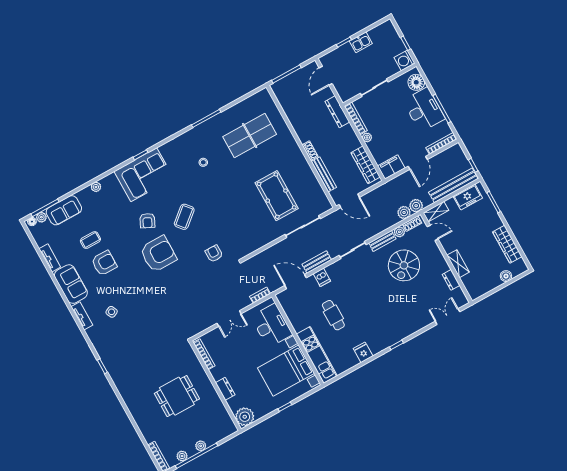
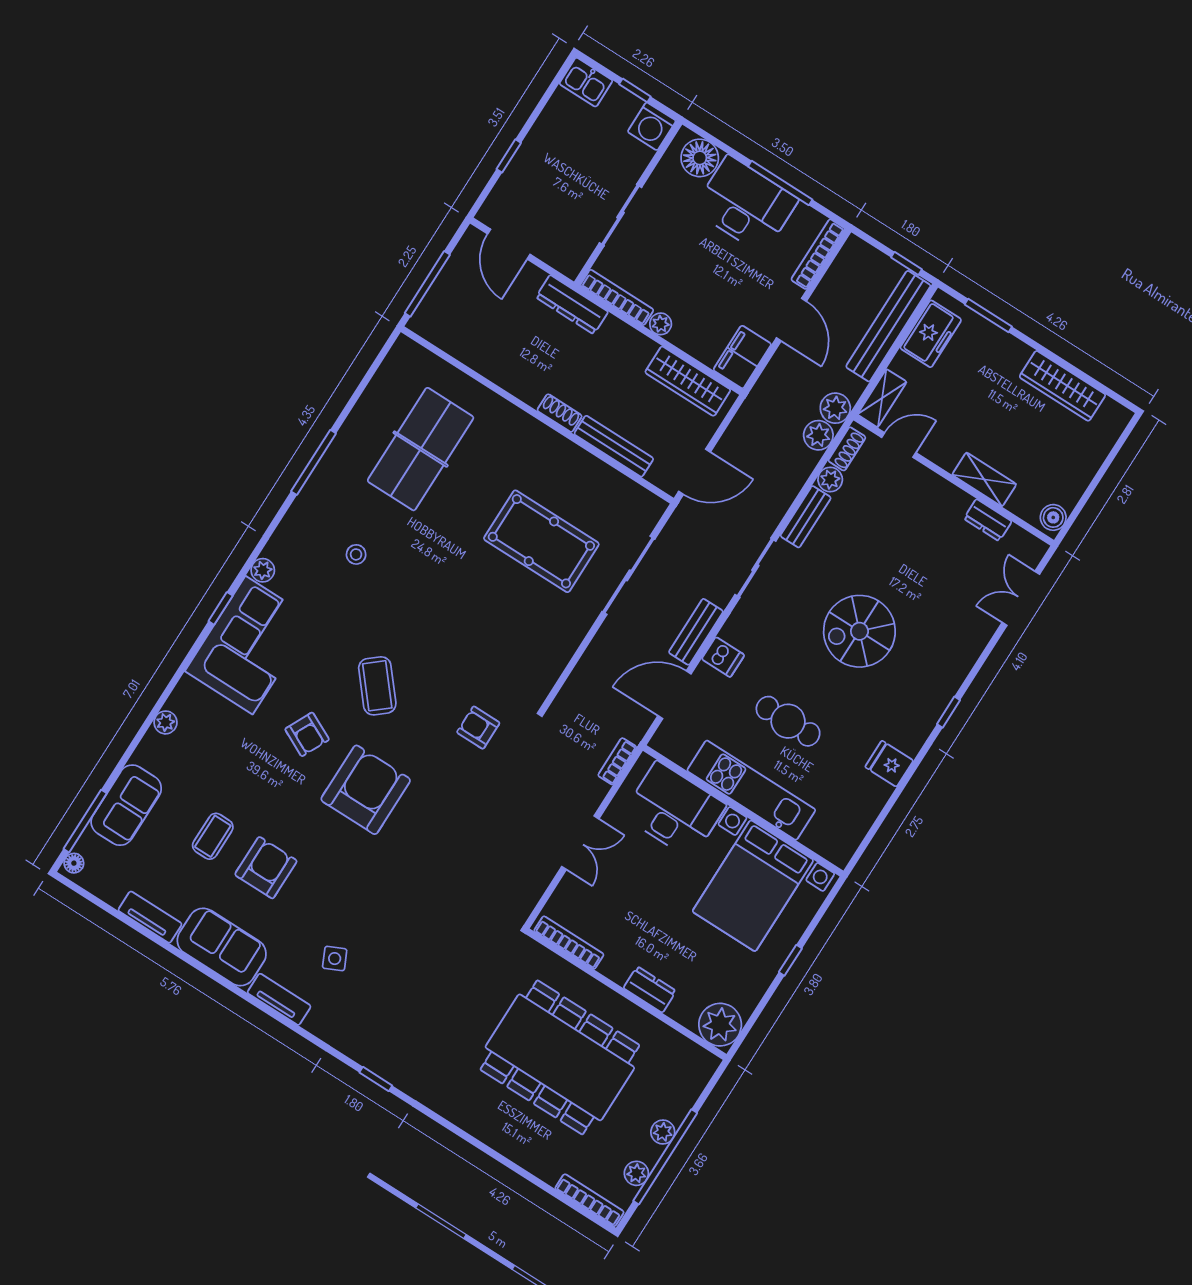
kitchen sink: (361, 42) -> (586, 82), moved, turned 90
plant: (41, 217) -> (263, 570), moved
spiral stairs: (404, 265) -> (859, 631), moved, turned 90
boiler: (506, 276) -> (1053, 517), moved
kitchen unit: (317, 355) -> (751, 790), moved
dining table: (177, 396) -> (560, 1057), width x1.88, depth x1.24

